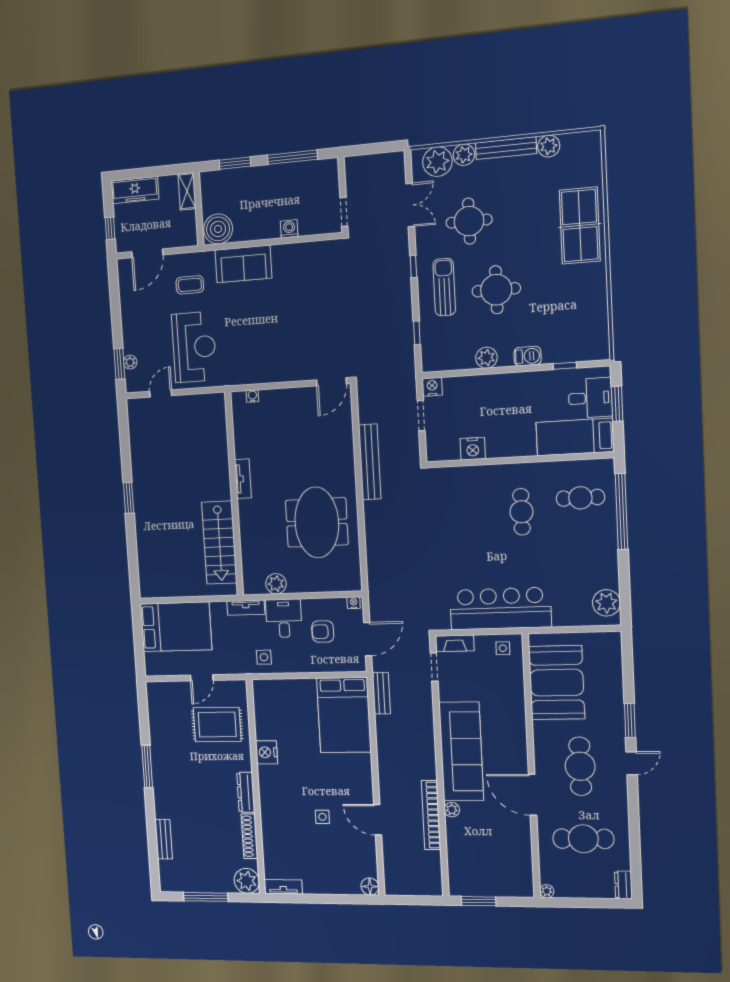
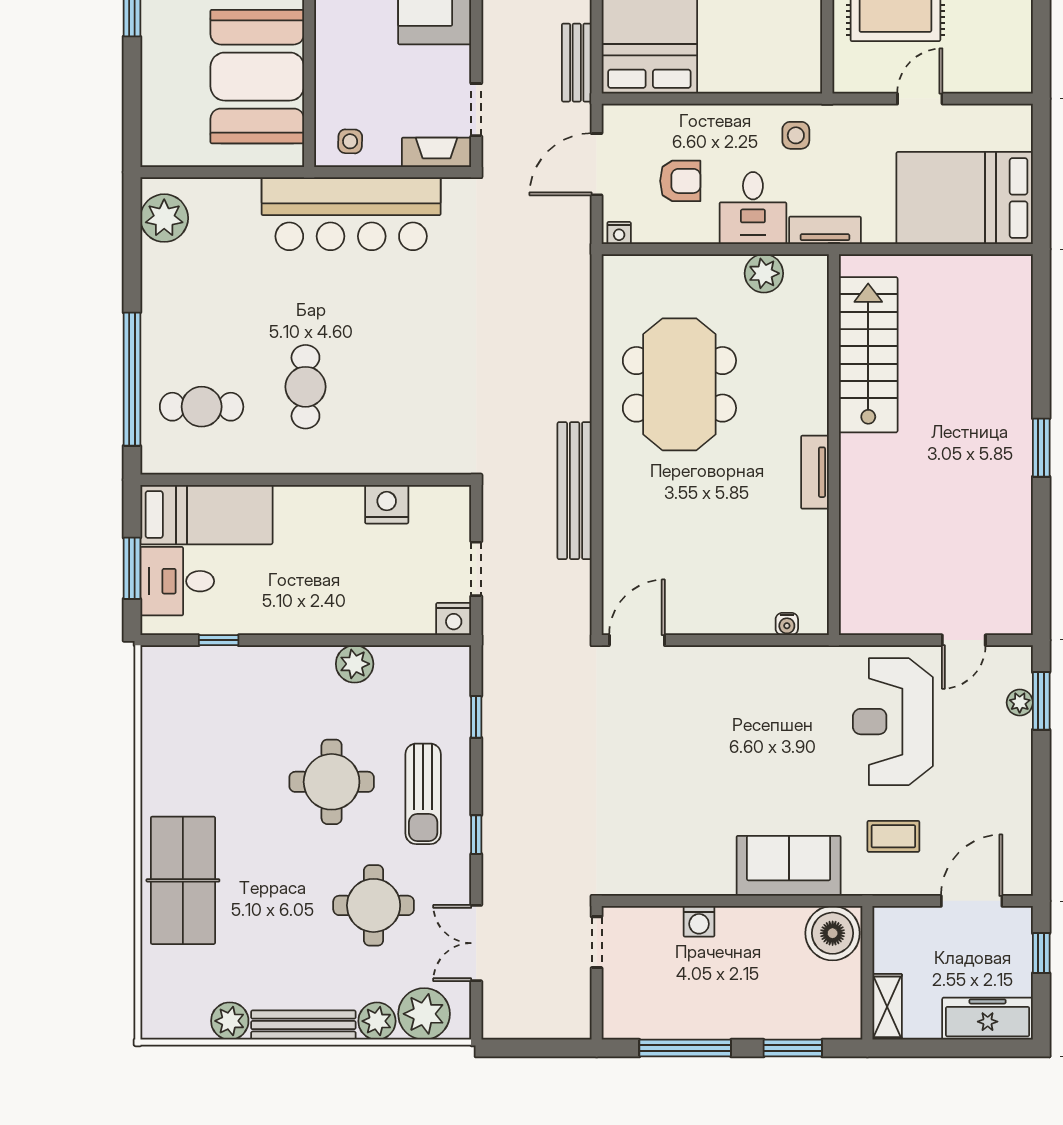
barbecue: (528, 356) -> (282, 662), removed

